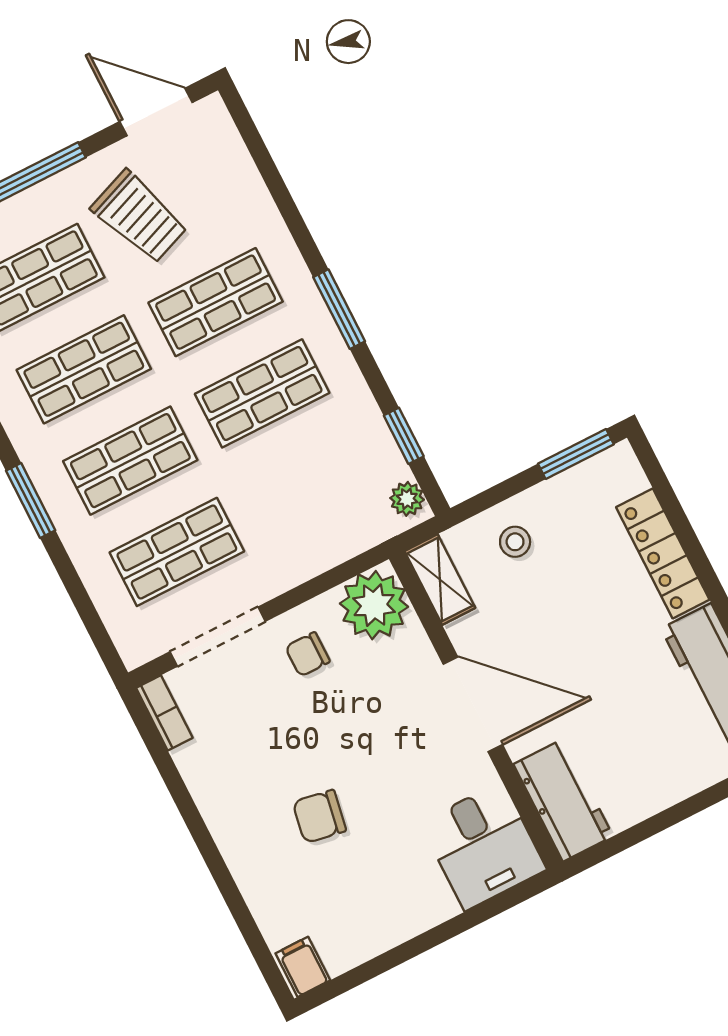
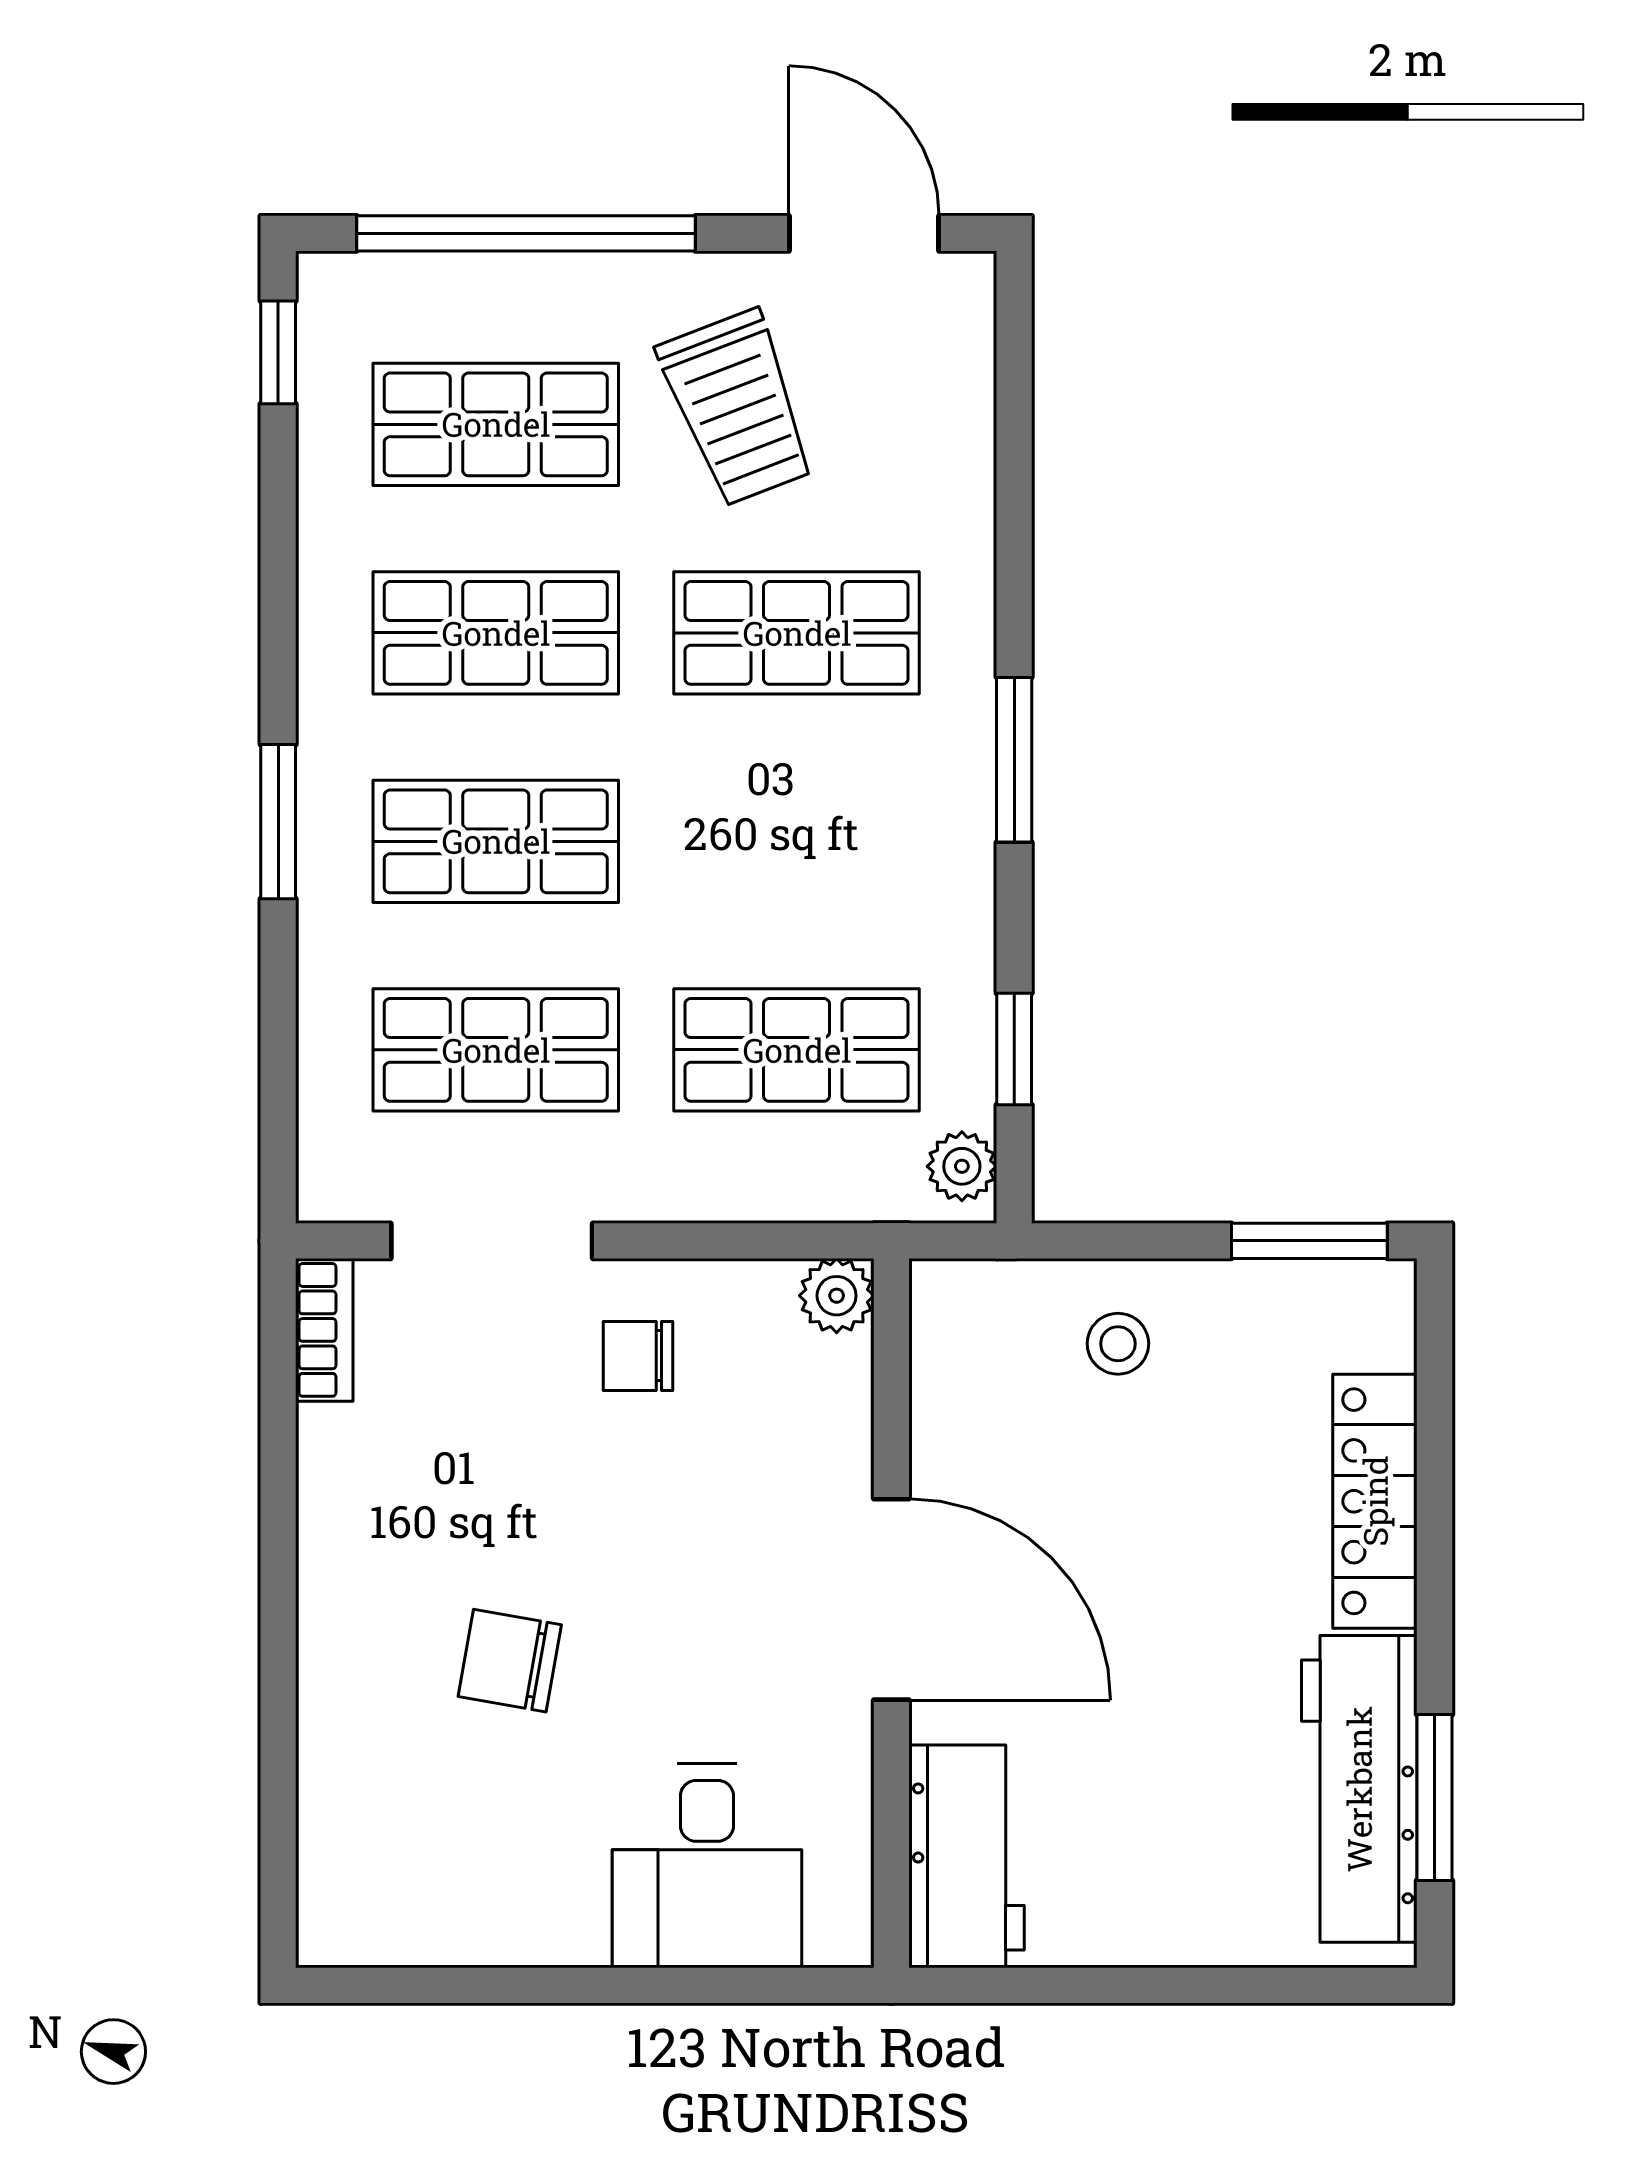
shop shelf: (262, 393) -> (797, 1050), moved
shelving: (440, 580) -> (947, 1343), removed
plant: (374, 605) -> (837, 1296), width x0.53, depth x0.53
desk: (483, 846) -> (707, 1866), moved
filing cabinet: (303, 967) -> (341, 1918), removed

